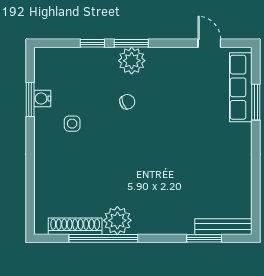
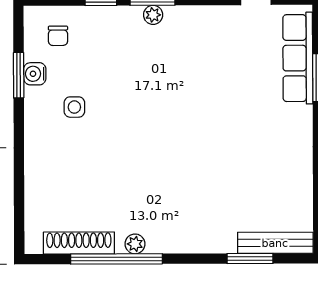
plant: (132, 61) -> (153, 15), width x0.53, depth x0.53
chair: (127, 102) -> (58, 36), moved, turned 112
plant: (117, 220) -> (135, 244), width x0.53, depth x0.53

